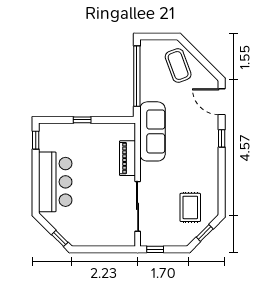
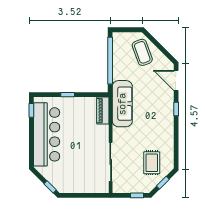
piano: (128, 158) -> (103, 111), moved
bar counter: (55, 182) -> (47, 134), width x1.36
window: (155, 249) -> (137, 195), moved

